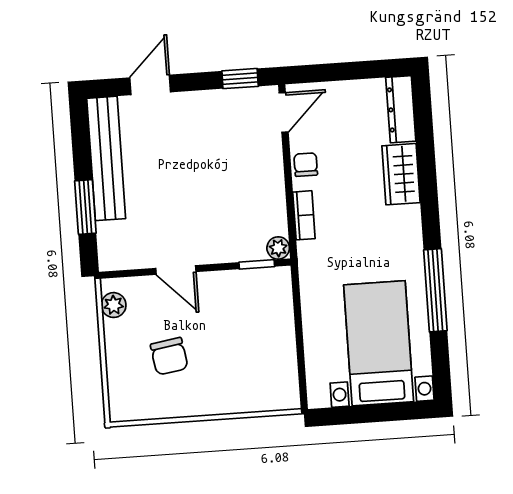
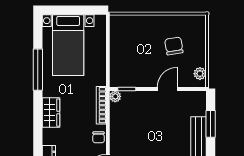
wardrobe: (401, 174) -> (51, 113), moved
bookcase: (304, 215) -> (101, 105), width x1.56
door: (176, 270) -> (167, 89), hinge flipped

